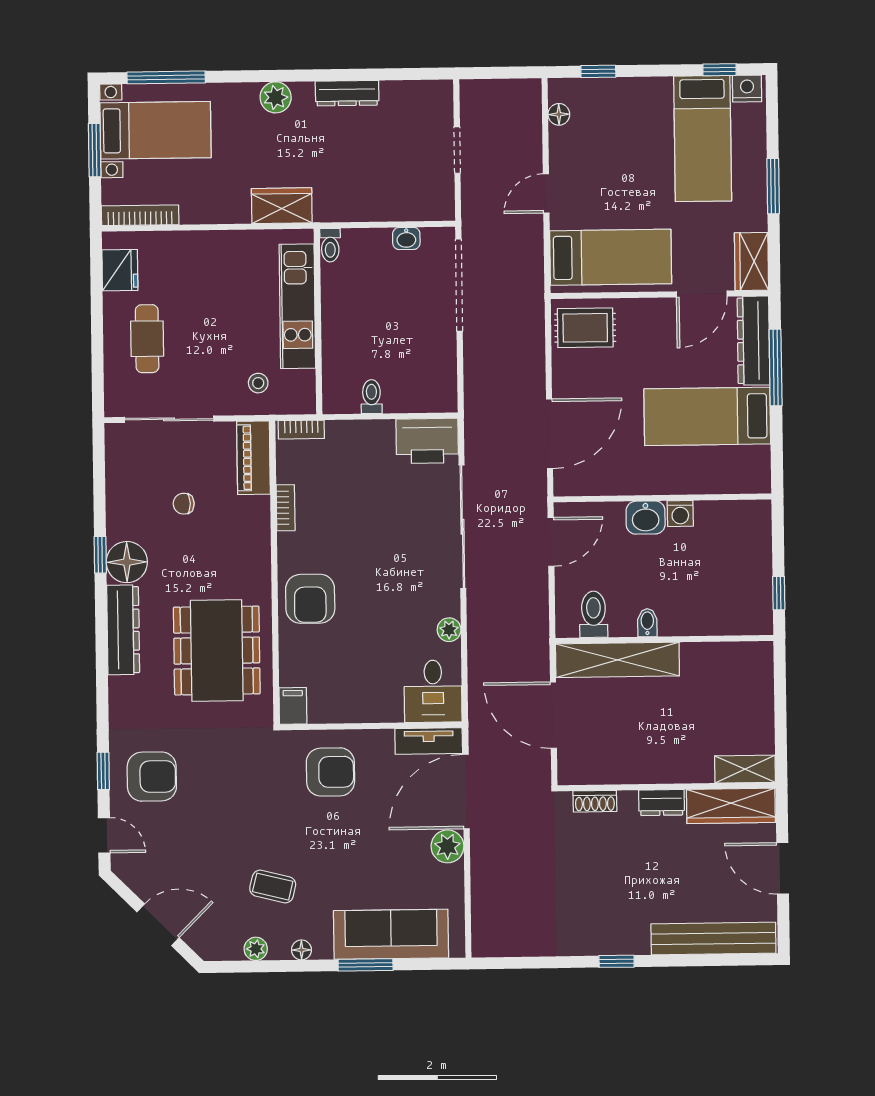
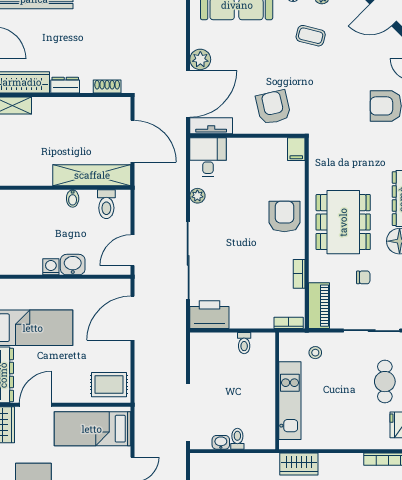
toilet: (330, 245) -> (237, 439), moved
dining table: (217, 651) -> (343, 222), moved
armchair: (330, 772) -> (273, 107), turned 77

